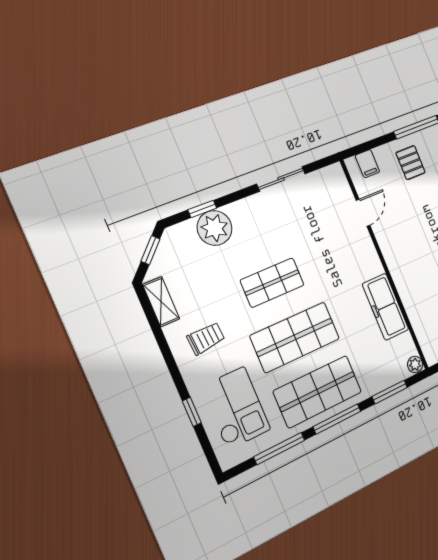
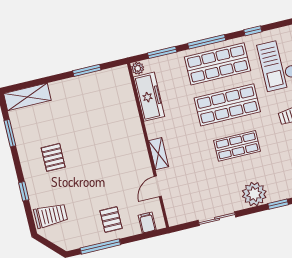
plant: (215, 228) -> (254, 194), moved
shelving: (370, 256) -> (159, 154), added
freezer: (386, 307) -> (149, 97), moved
window: (279, 448) -> (253, 31), width x0.46

